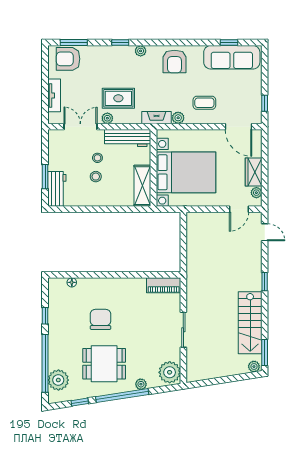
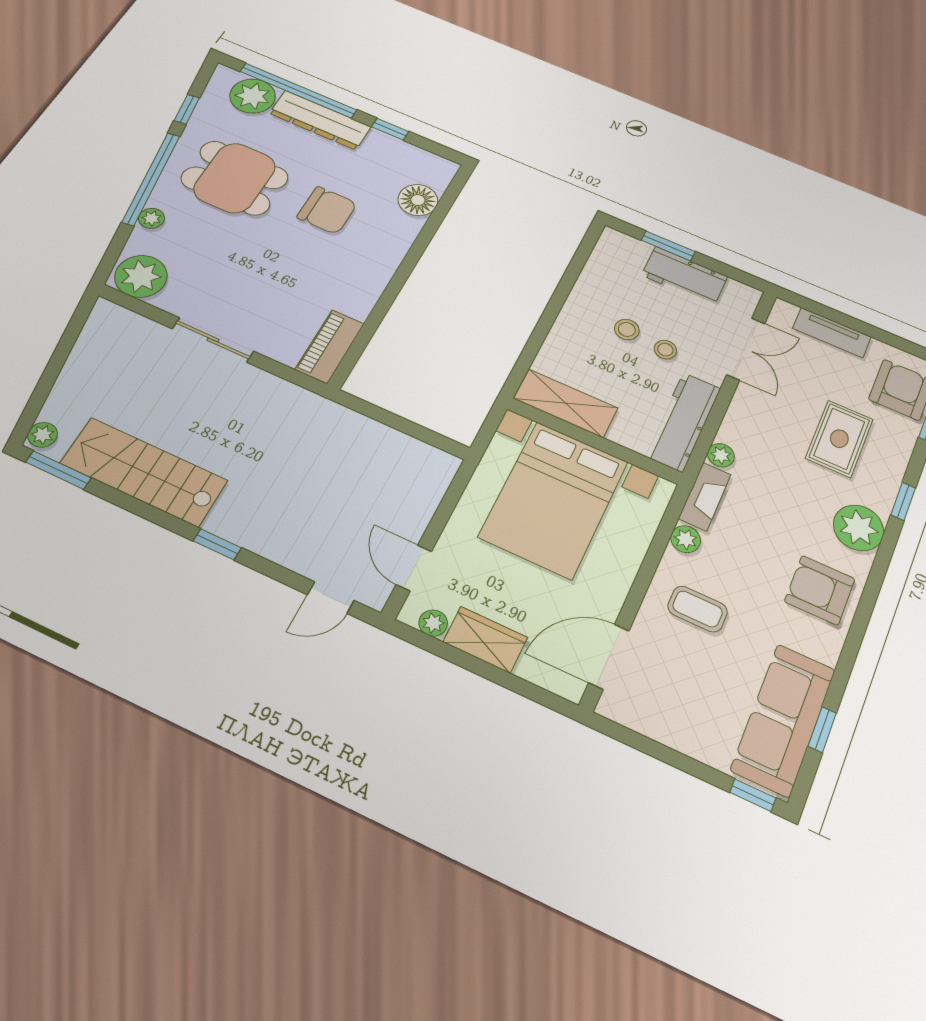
plant: (141, 51) -> (859, 528), width x1.88, depth x1.88
rug: (118, 98) -> (839, 439), moved
coffee table: (204, 103) -> (698, 609), turned 90
window: (265, 103) -> (753, 795), moved
plant: (107, 118) -> (721, 455), moved
workbench: (57, 189) -> (685, 276), moved
floor lamp: (72, 282) -> (418, 200), width x1.89, depth x1.89
dresser: (56, 346) -> (320, 120), added
dining table: (104, 364) -> (235, 178), turned 90

